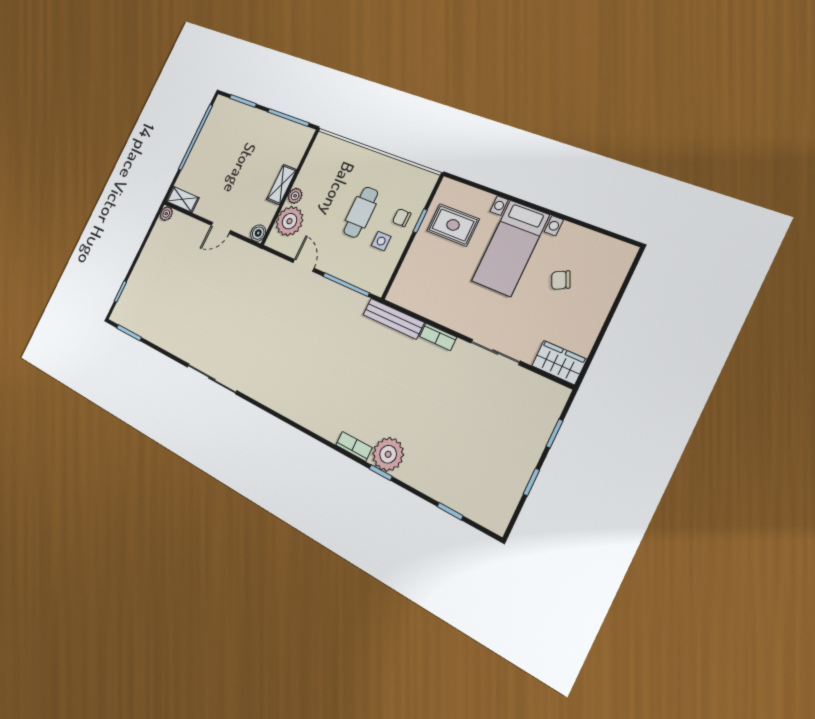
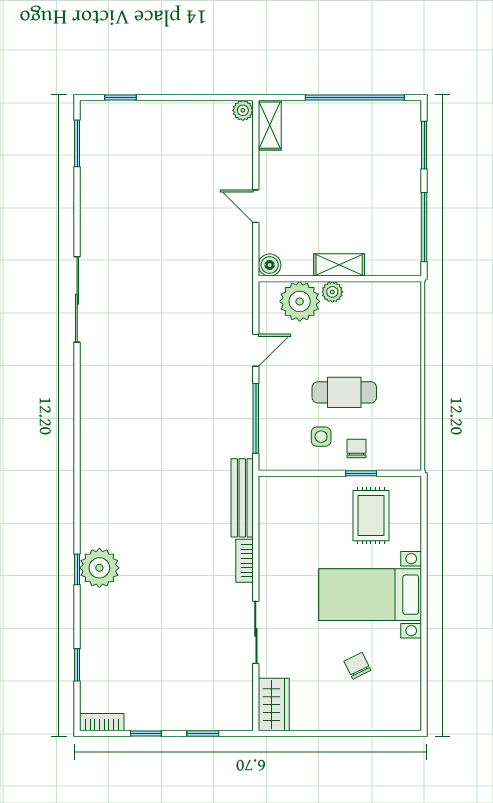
bookcase: (354, 446) -> (102, 722), moved, turned -90

